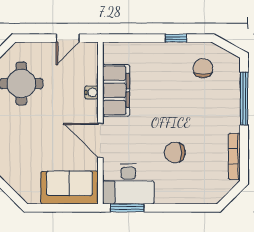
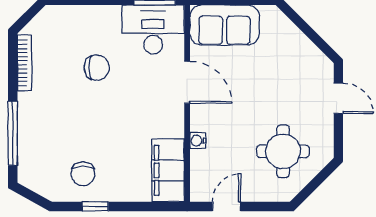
chair: (203, 68) -> (83, 174), moved
filing cabinet: (116, 90) -> (168, 170), moved

